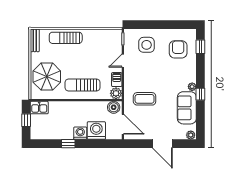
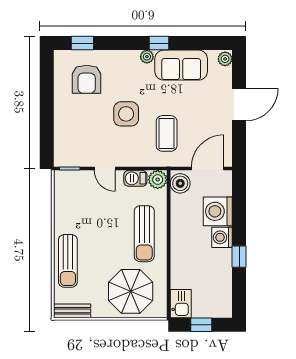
side table: (147, 45) -> (126, 114), moved
armchair: (178, 49) -> (87, 79), turned -90

